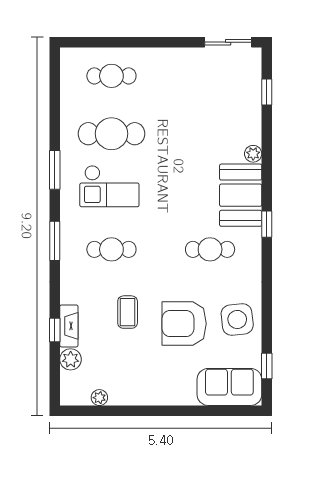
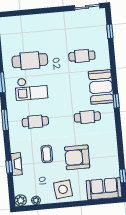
cafe table: (111, 76) -> (82, 56), moved
plant: (253, 154) -> (106, 65), removed
side table: (237, 319) -> (63, 189), moved
plant: (71, 359) -> (21, 200), moved

